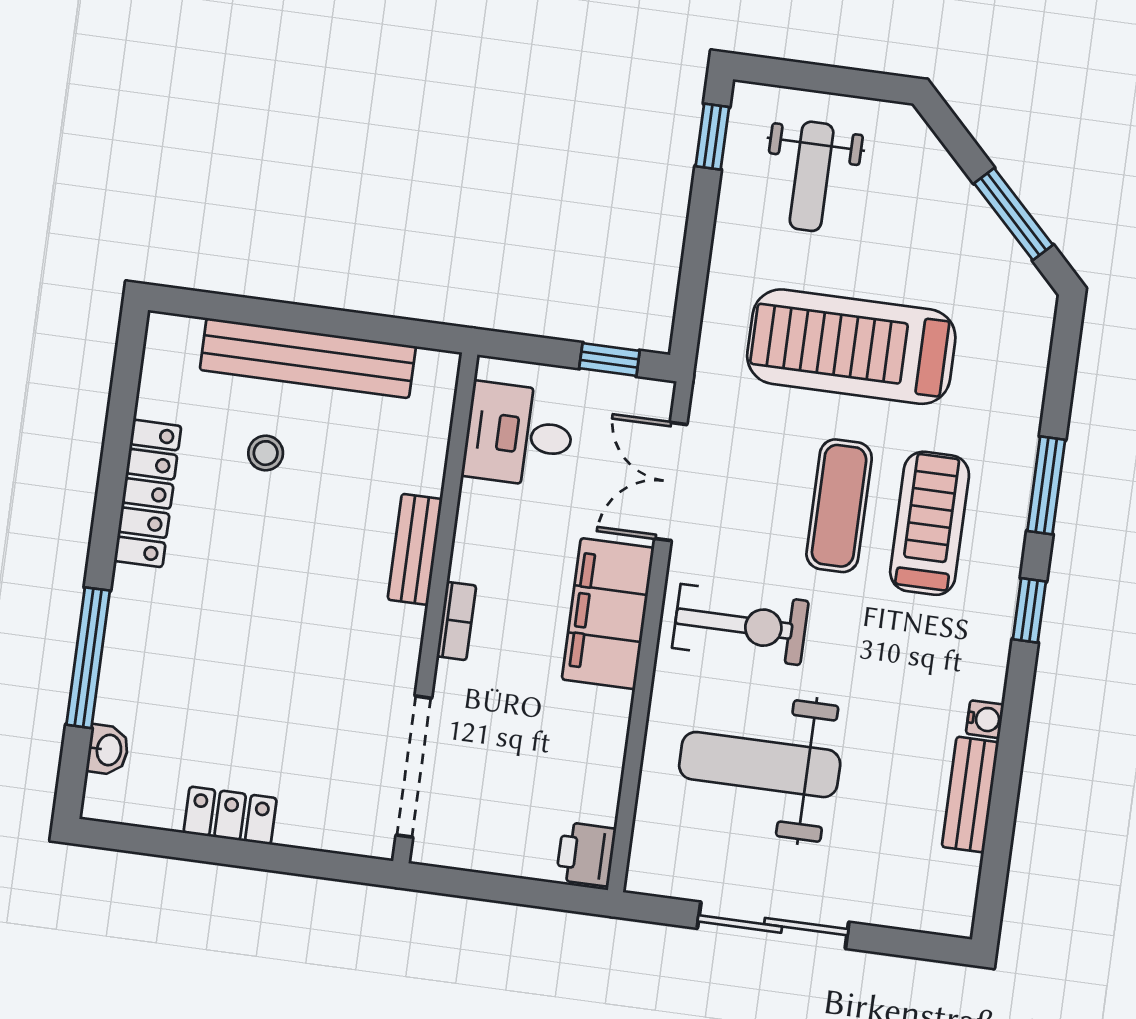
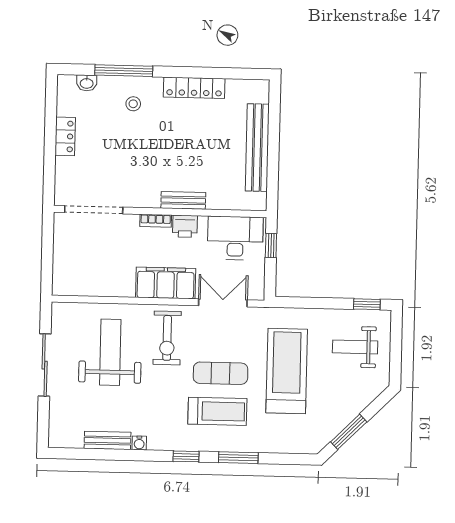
window: (609, 360) -> (271, 246), moved
desk: (519, 435) -> (235, 238), width x1.37
stool: (266, 453) -> (133, 104), moved
printer: (586, 854) -> (185, 226), moved, turned 180

